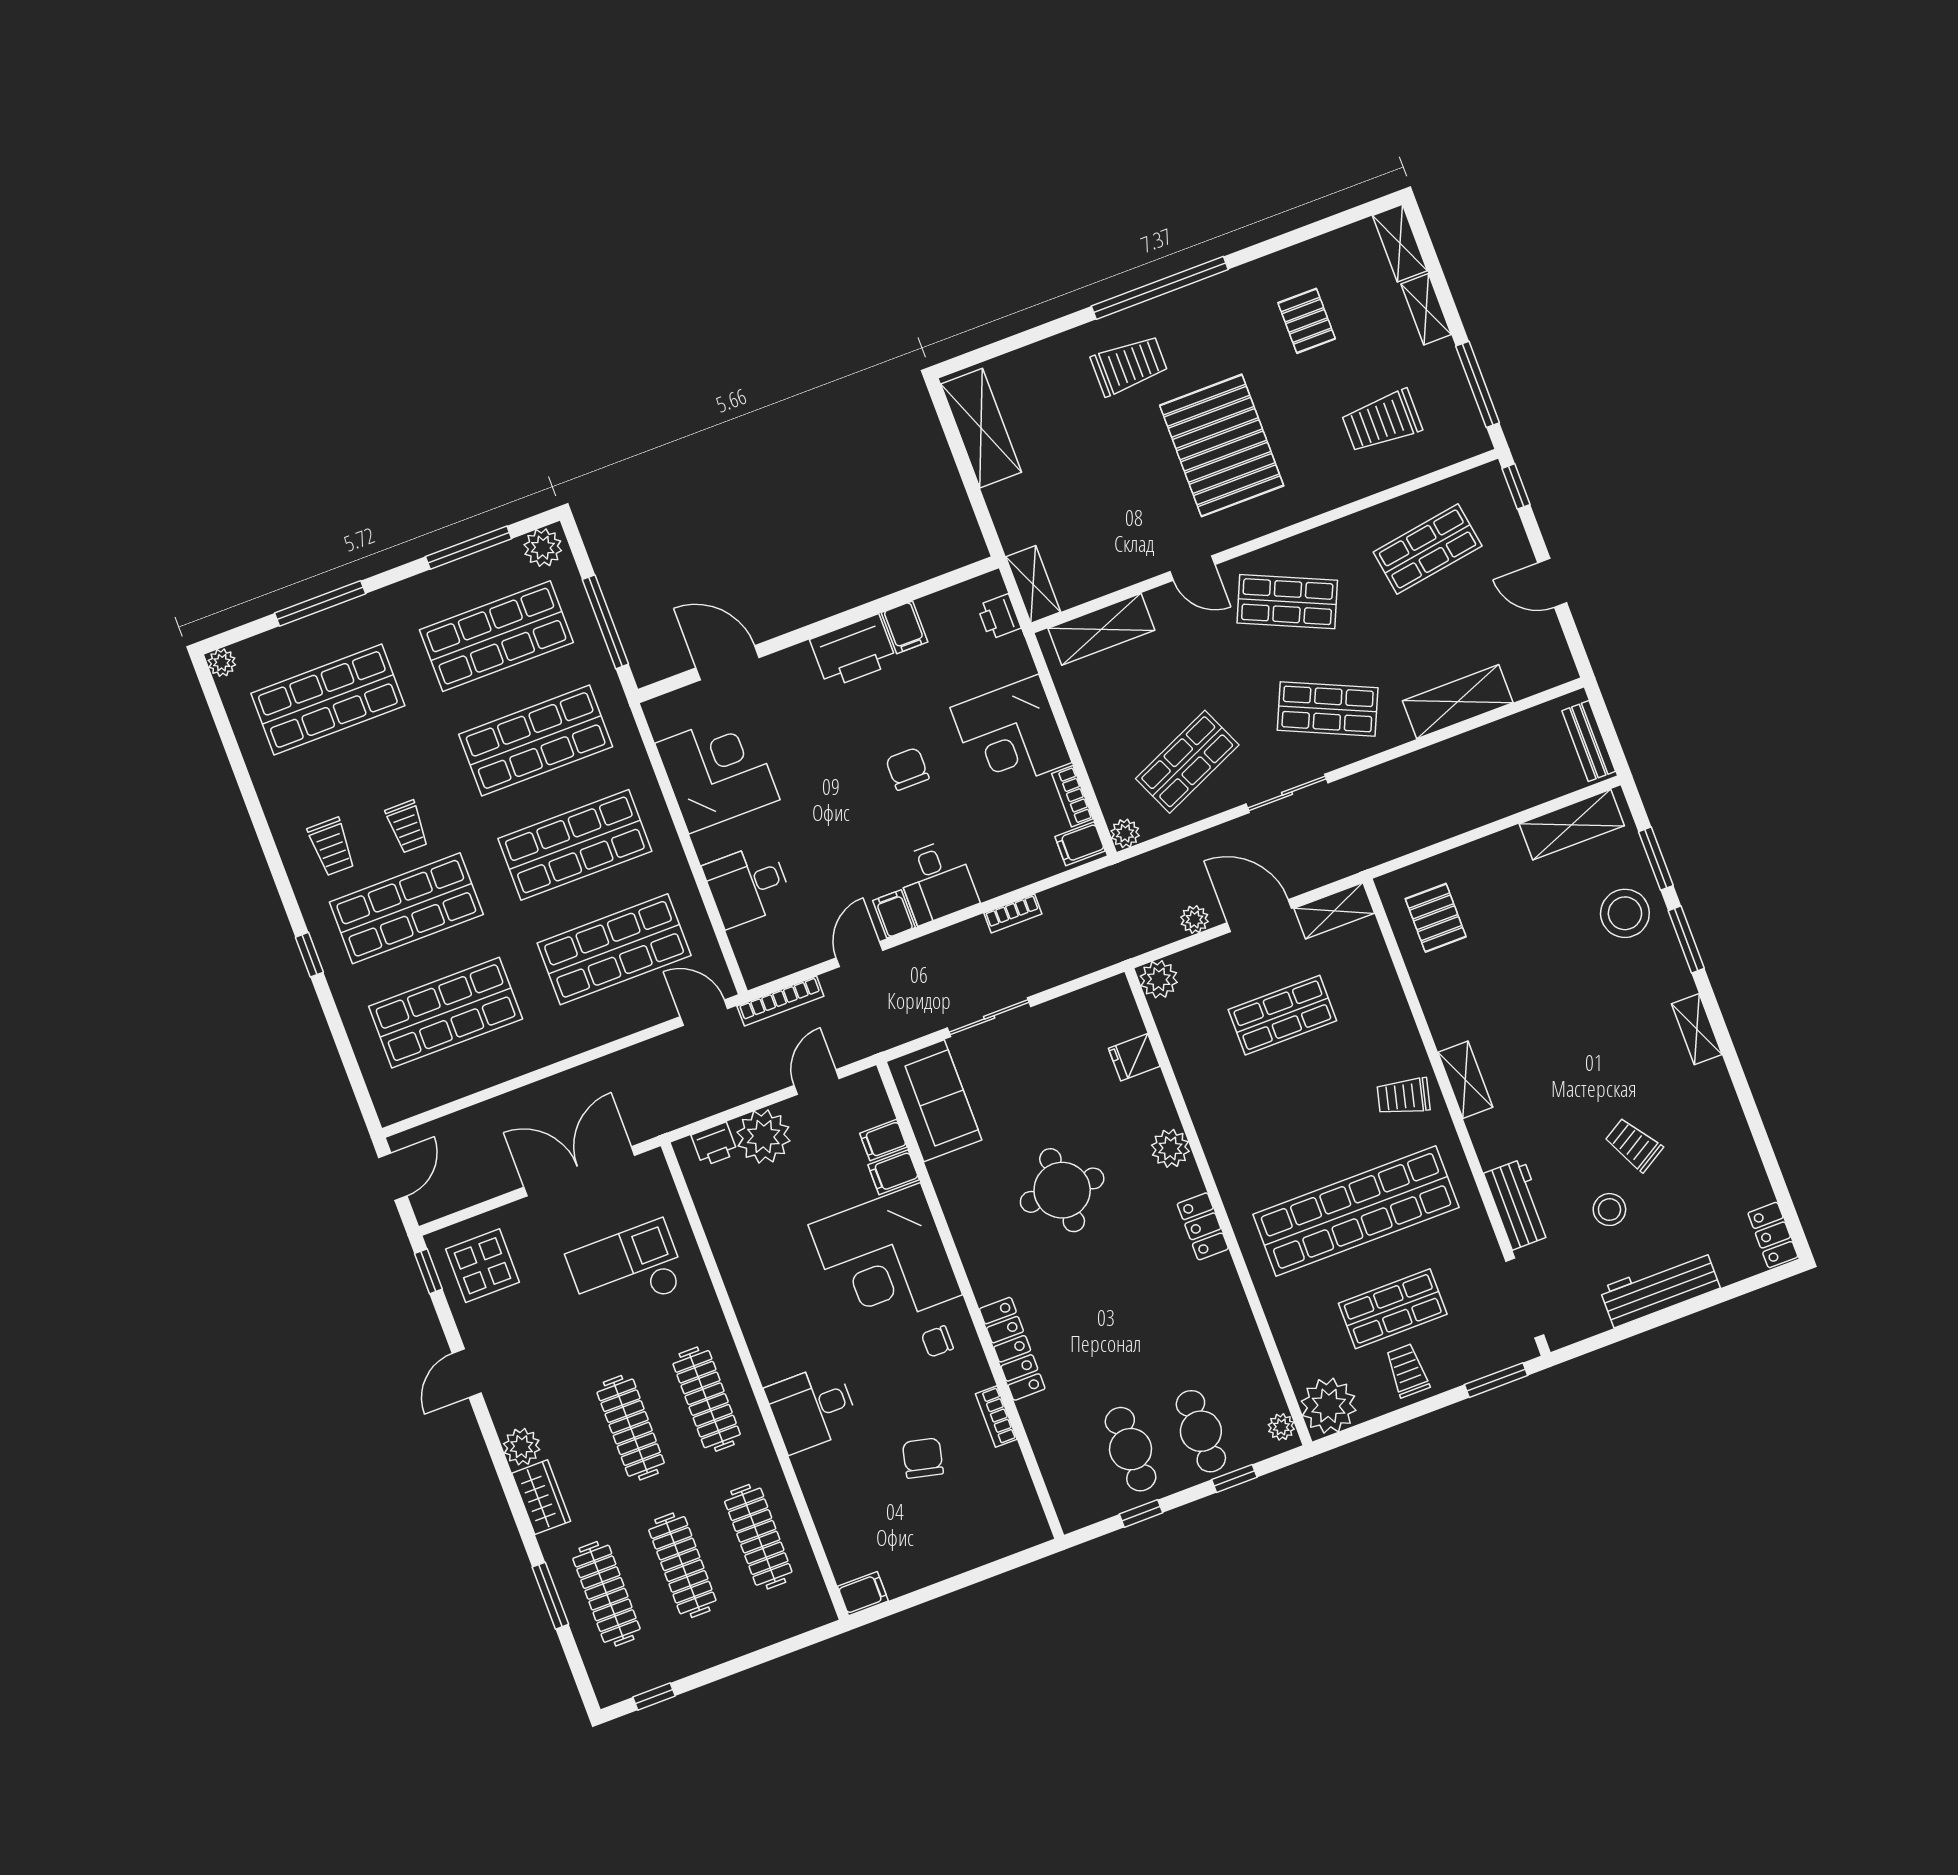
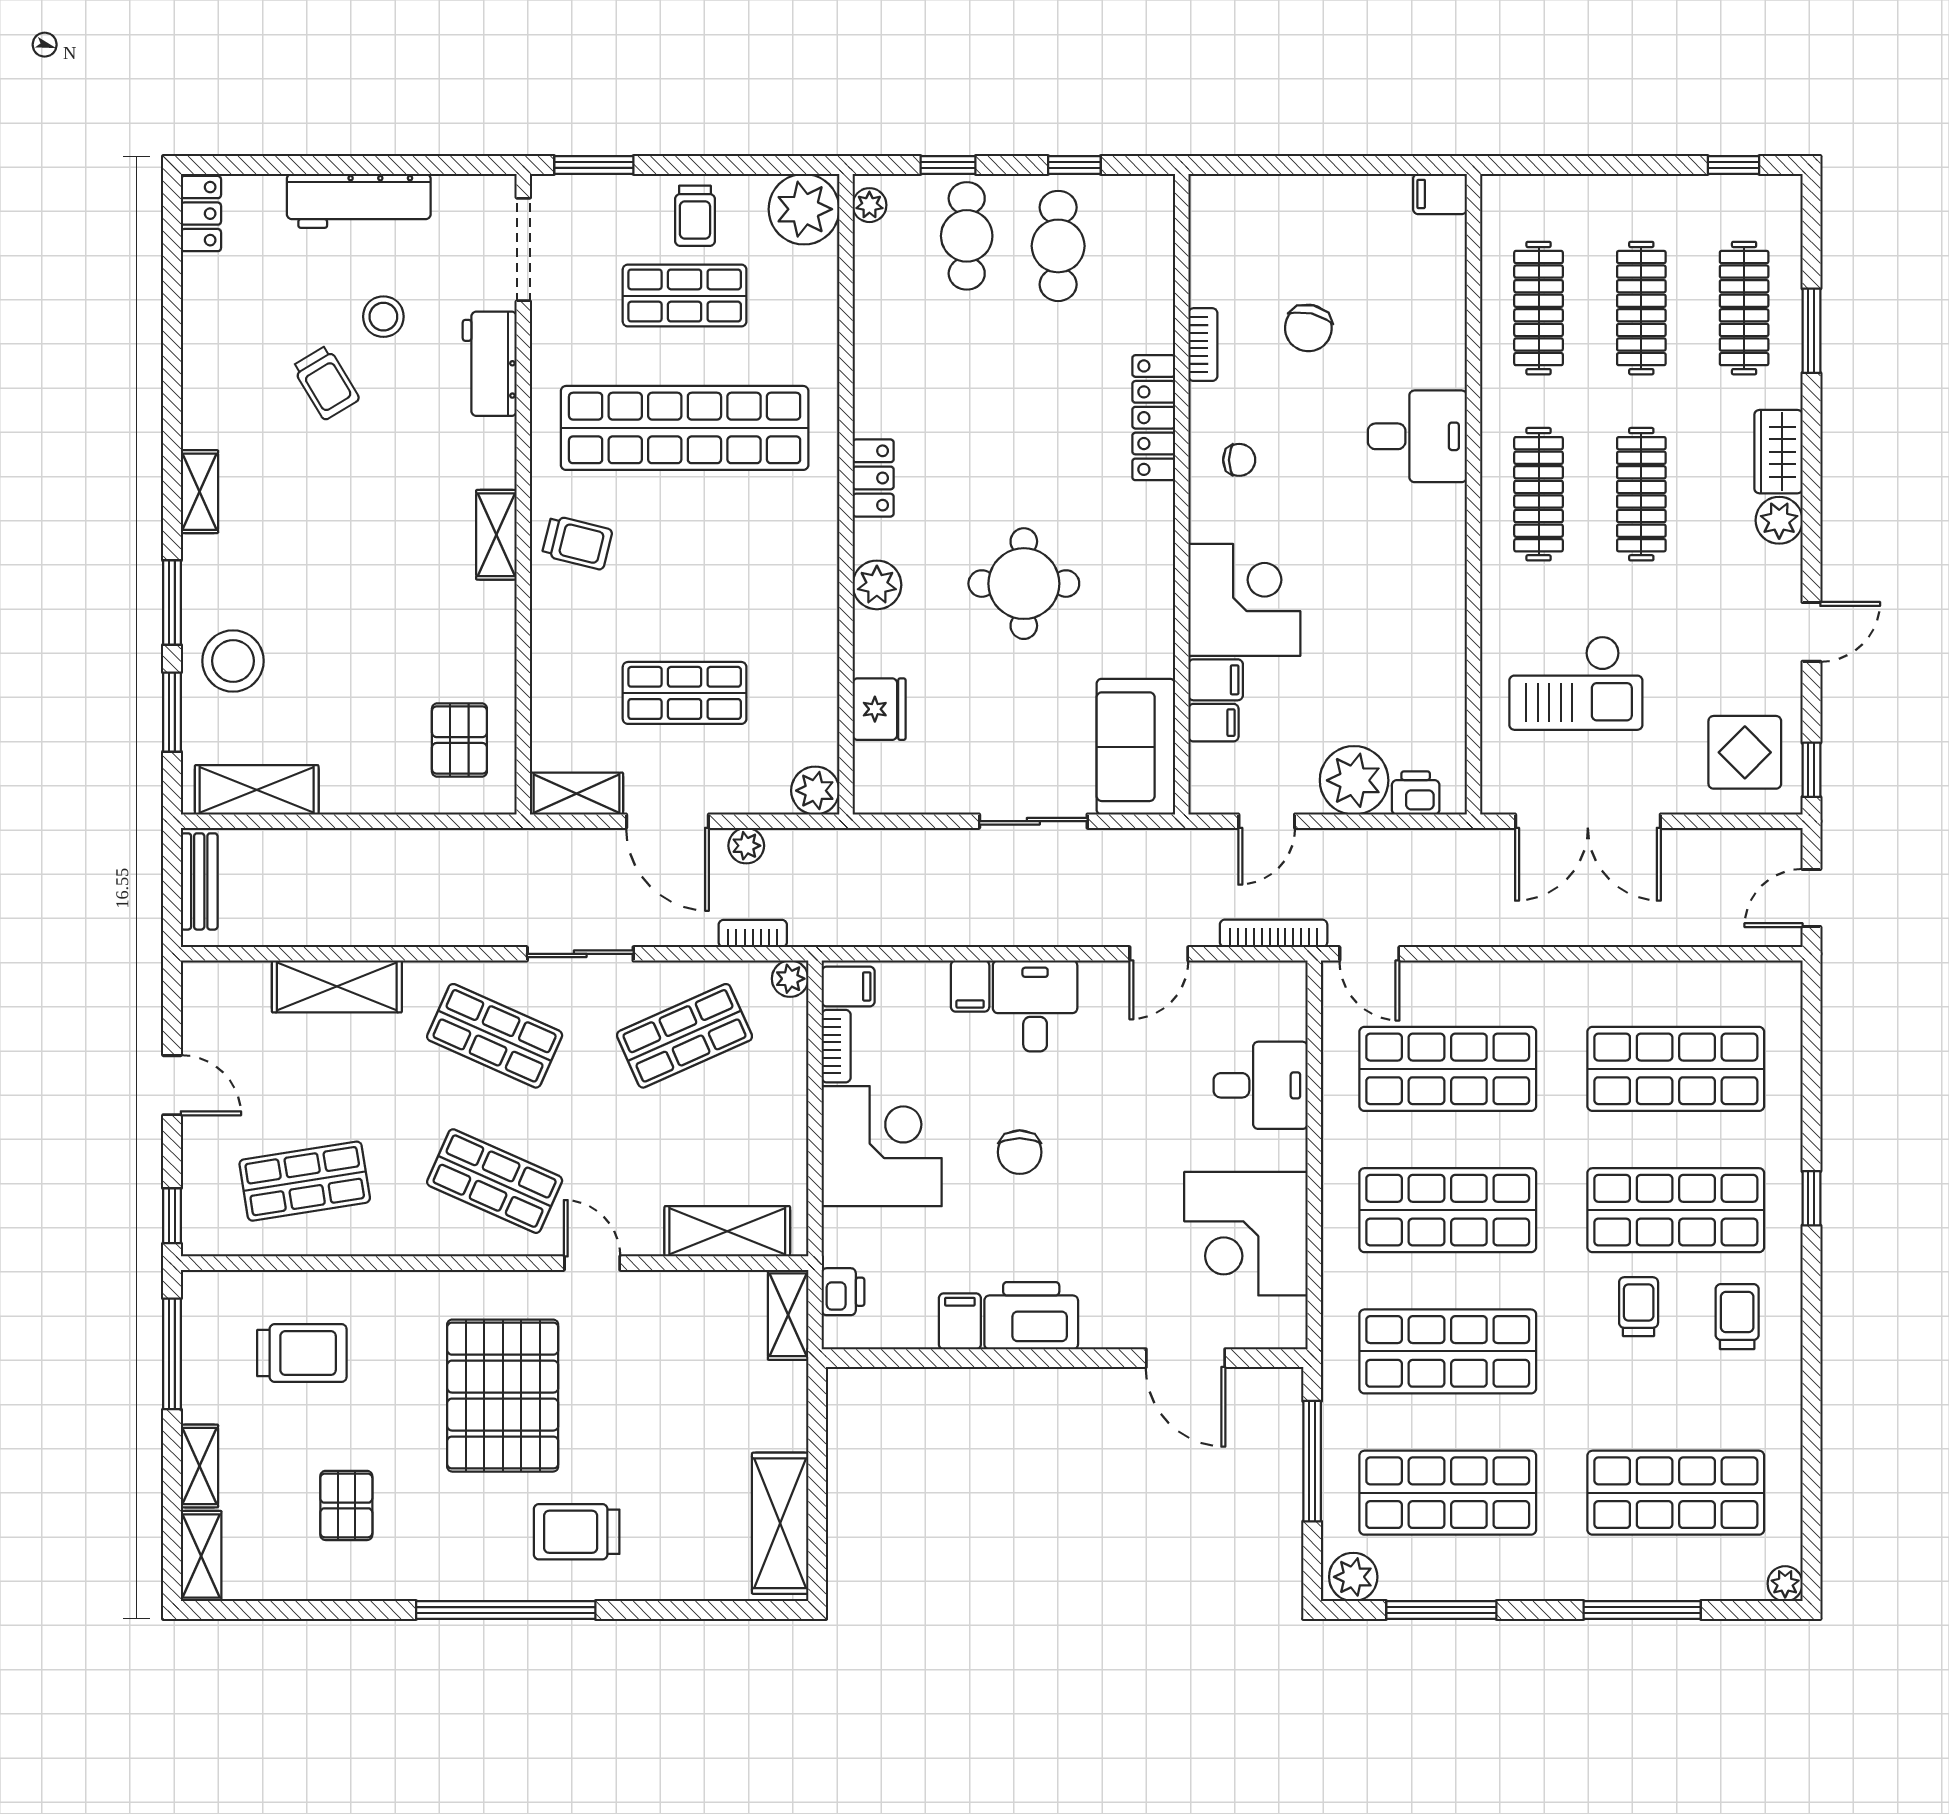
filing cabinet: (894, 914) -> (970, 986), moved
bookcase: (1013, 914) -> (753, 934), moved
fridge: (1134, 1057) -> (879, 709), width x1.38
corner desk: (885, 1260) -> (1244, 600), width x0.74, depth x0.74

